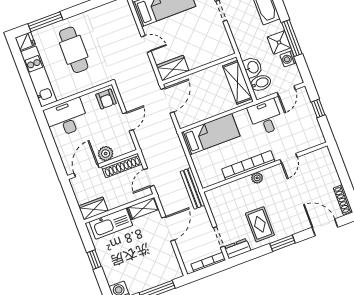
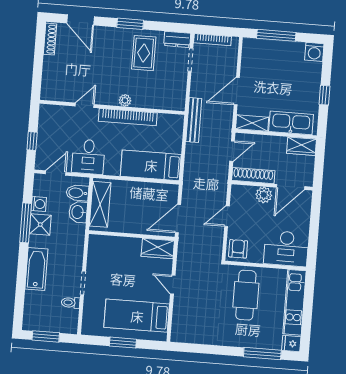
cafe table: (74, 50) -> (246, 295), moved

